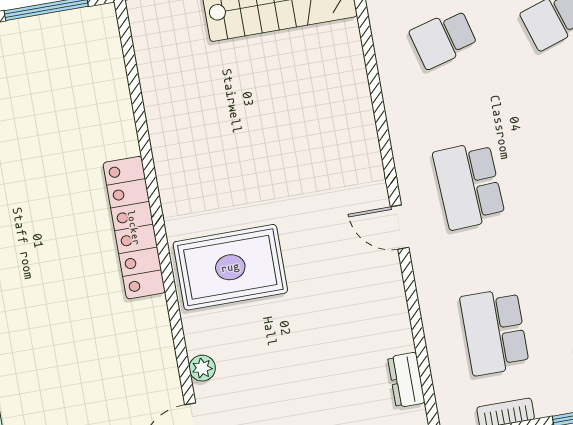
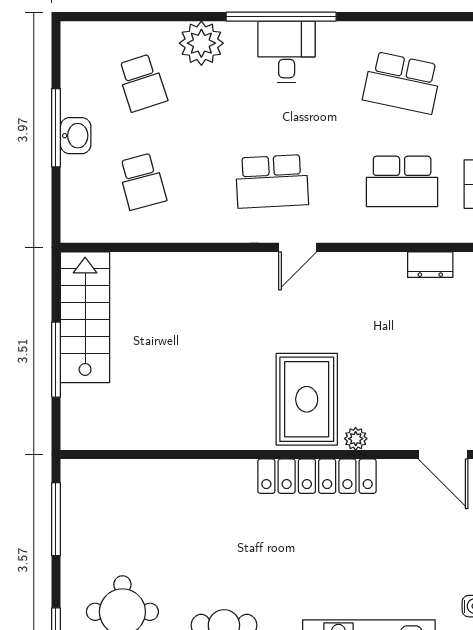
locker: (134, 228) -> (317, 476), moved
plant: (202, 368) -> (356, 439), moved

